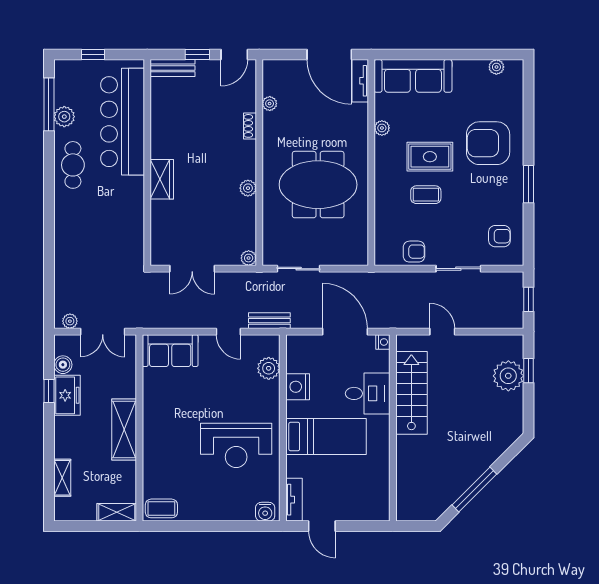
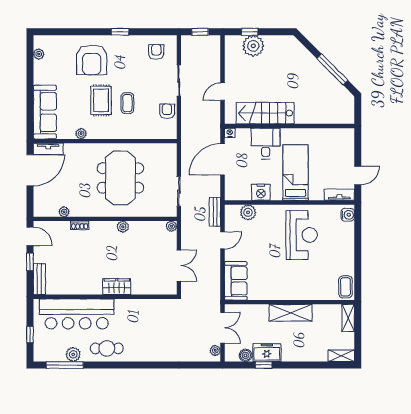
window: (528, 184) -> (120, 32), width x0.67
shelving: (62, 478) -> (341, 356), moved

